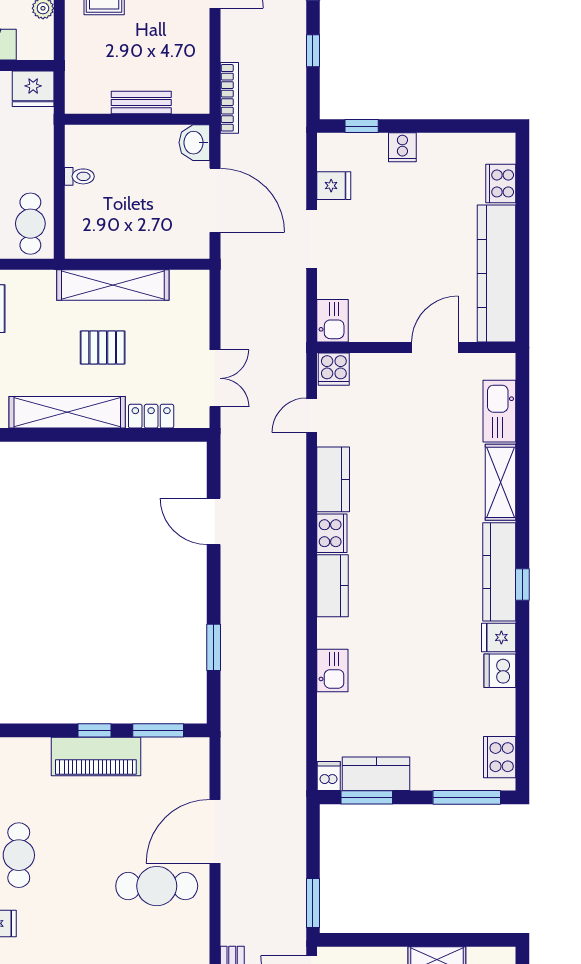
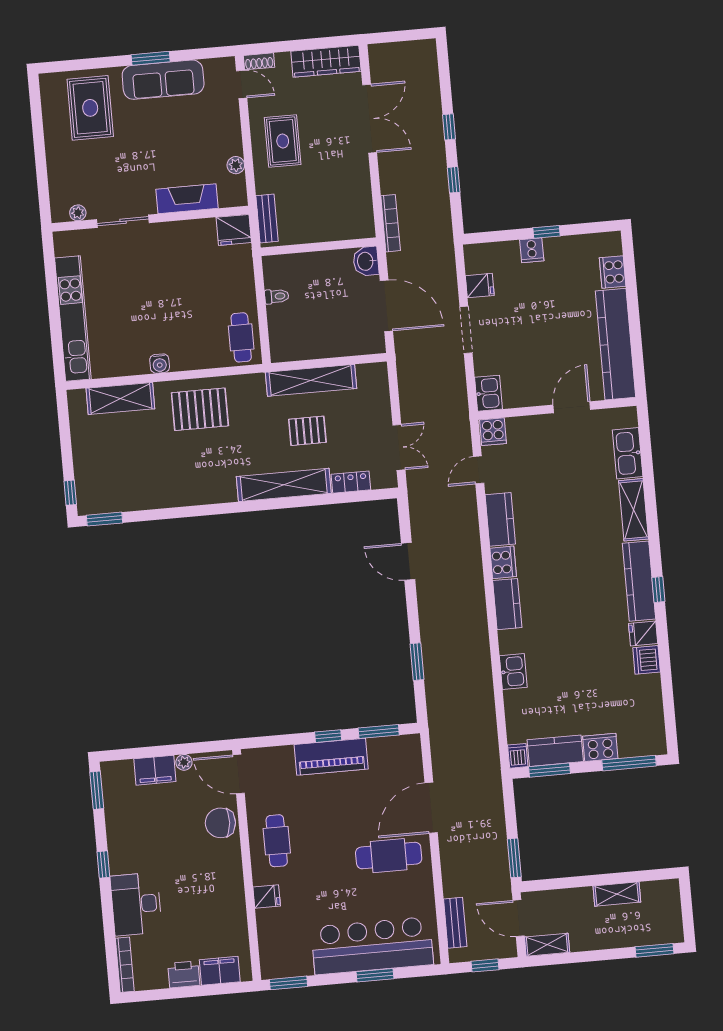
bench: (141, 103) -> (267, 219), moved, turned 90
window: (362, 126) -> (546, 232), moved
cooker: (500, 757) -> (600, 747), moved, turned 90

